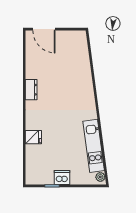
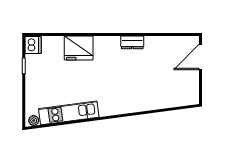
fridge: (33, 137) -> (79, 48), width x1.88, depth x1.34
dishwasher: (62, 177) -> (33, 45), moved

